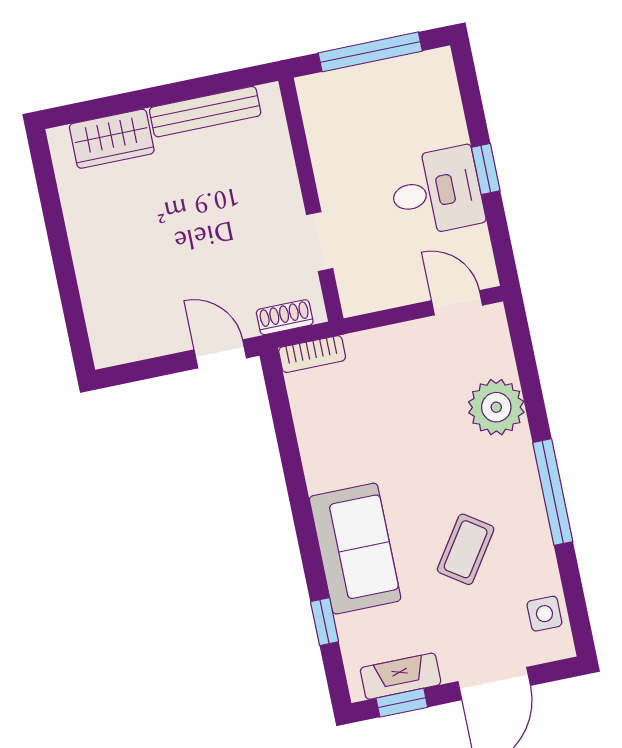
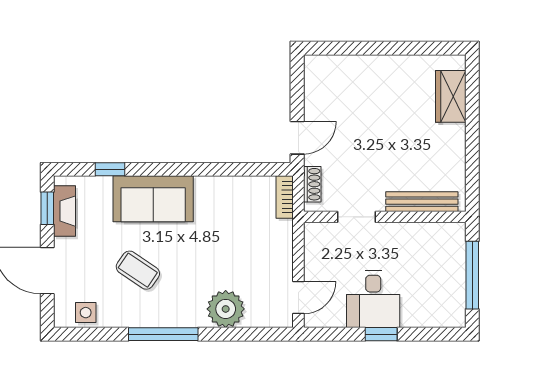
bench: (205, 112) -> (422, 202), moved, turned 90

